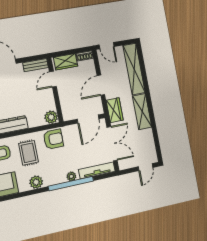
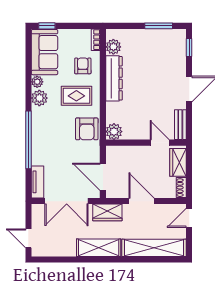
tv unit: (97, 170) -> (38, 182), width x0.71
plant: (71, 176) -> (37, 82), moved

